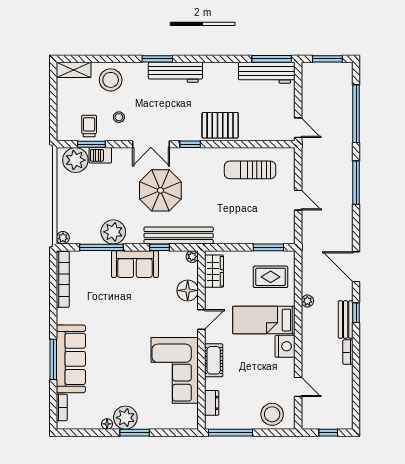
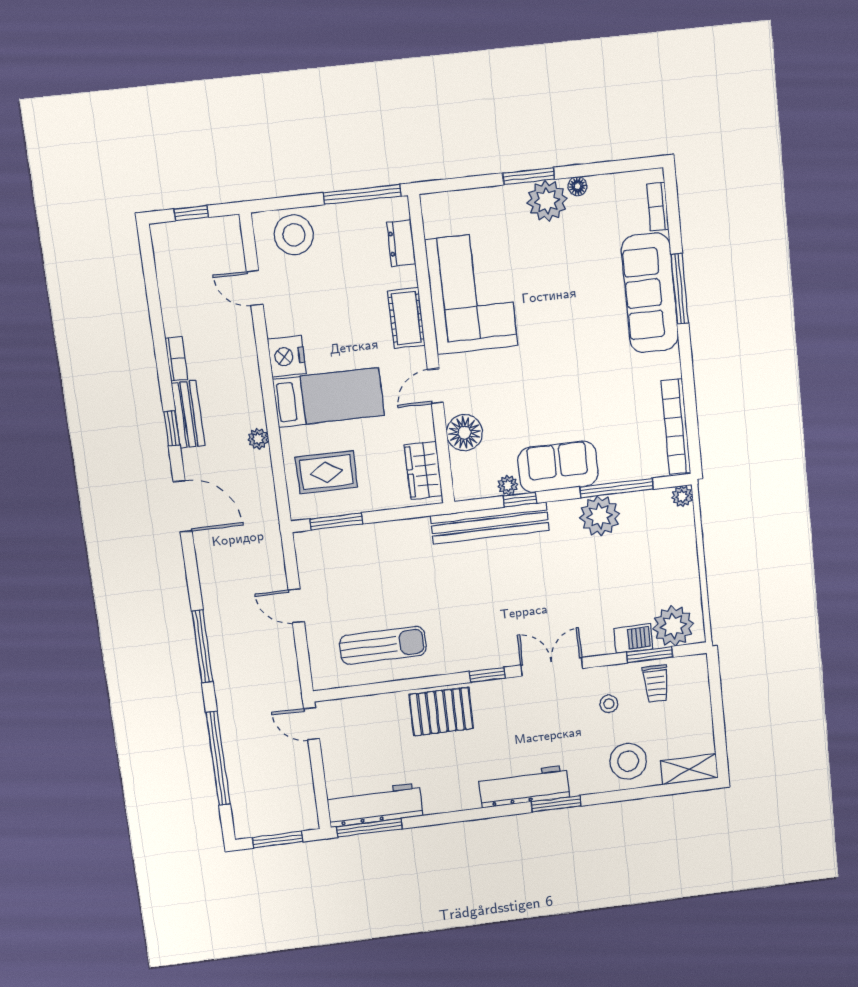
parasol: (160, 190) -> (528, 594), removed
plant: (192, 257) -> (508, 485), moved

